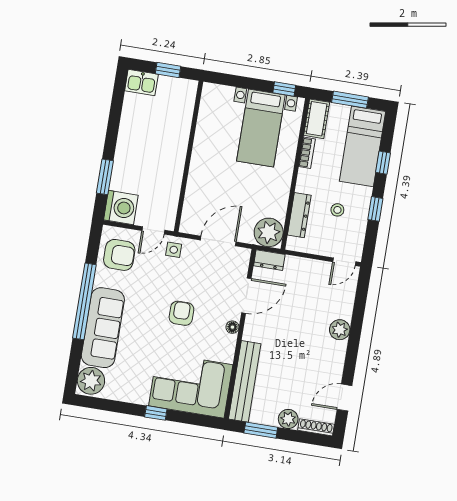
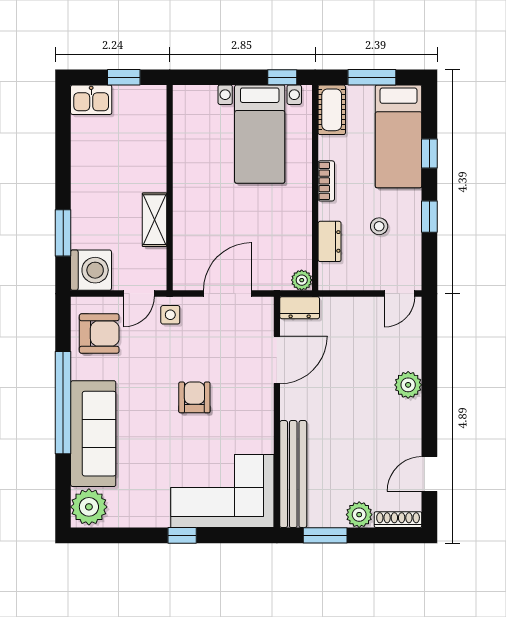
bookcase: (307, 153) -> (326, 181), moved
shelving: (174, 178) -> (155, 220), added
dresser: (299, 215) -> (330, 241), width x0.70
plant: (269, 232) -> (302, 280), width x0.53, depth x0.53
floor lamp: (232, 327) -> (265, 405), removed

